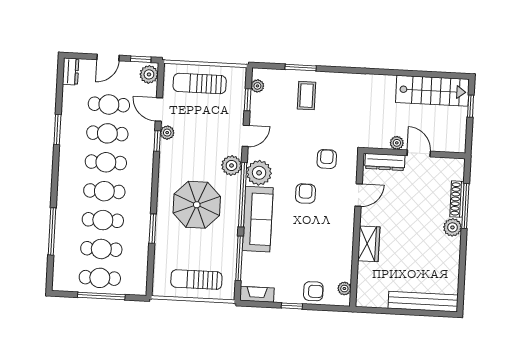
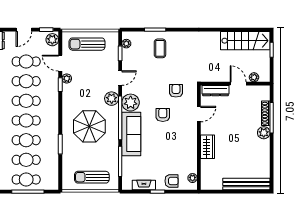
plant: (397, 143) -> (254, 77), moved
fireplace: (257, 294) -> (144, 185), moved

